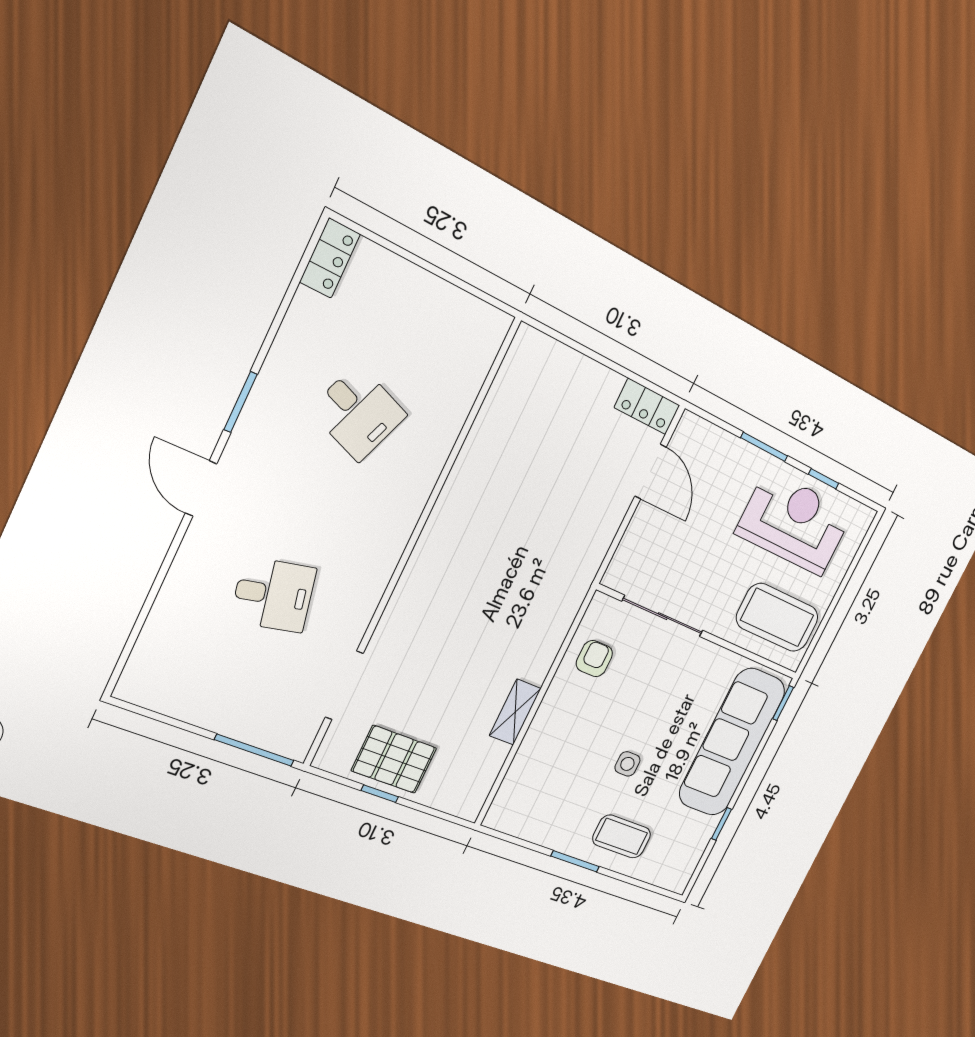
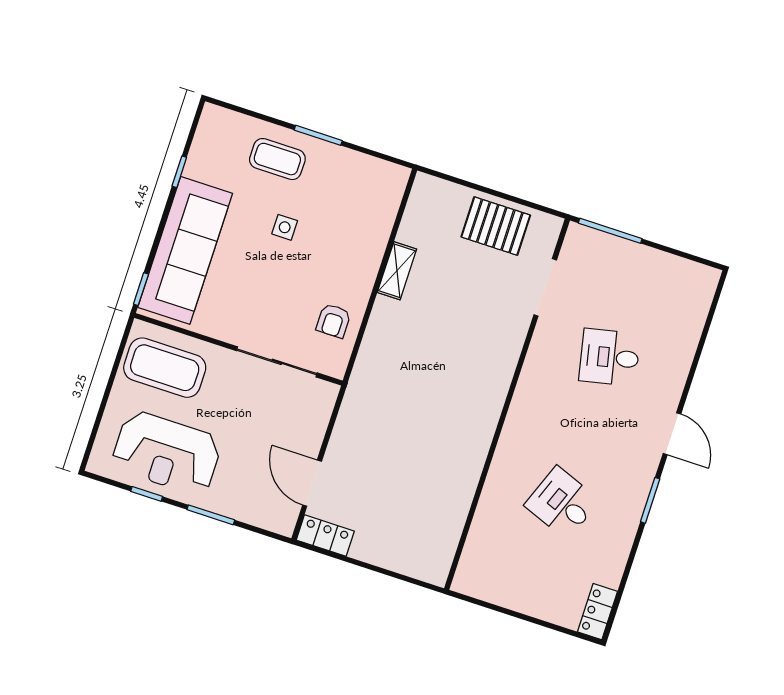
window: (380, 794) -> (504, 196), removed

